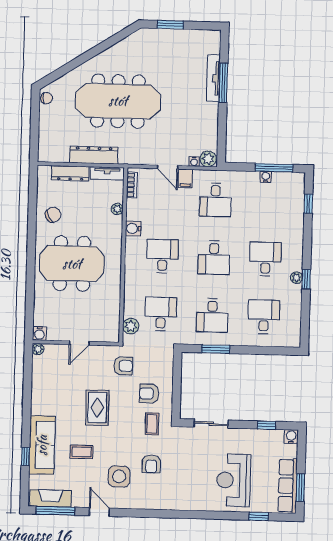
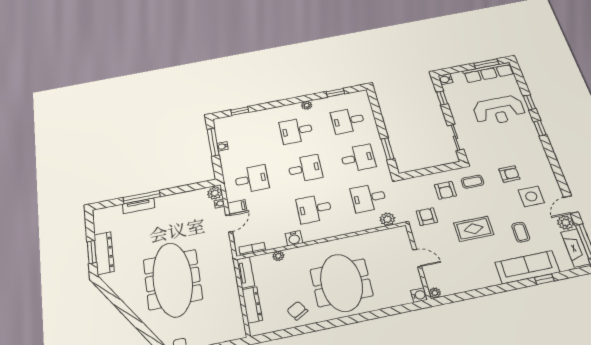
tv unit: (213, 78) -> (139, 206), width x0.71
dresser: (94, 155) -> (104, 253), moved, turned 180
window: (306, 279) -> (335, 93), moved
plant: (81, 499) -> (566, 223), added
window: (199, 515) -> (540, 128), added
window: (259, 516) -> (529, 102), moved

